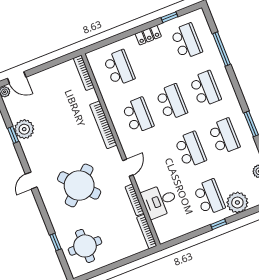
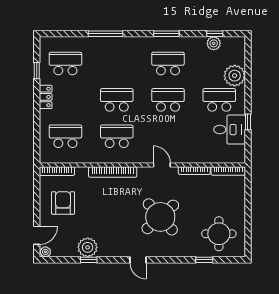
window: (221, 49) -> (105, 34), moved
school desk: (205, 89) -> (117, 64), removed
armchair: (56, 90) -> (63, 203), added
desk: (160, 201) -> (230, 130), moved, turned -90
window: (219, 224) -> (248, 122), moved

